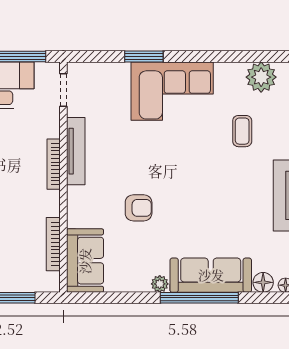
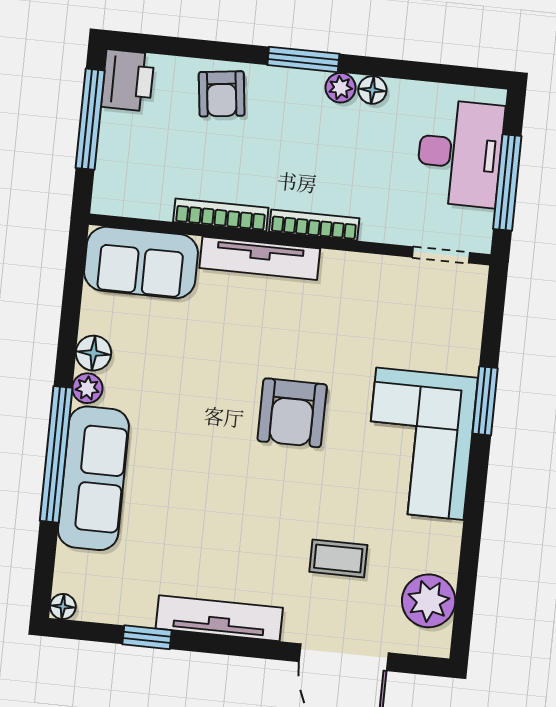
tv unit: (76, 151) -> (260, 258), moved
armchair: (139, 208) -> (292, 413), moved, width x1.38, depth x1.38
bookcase: (53, 244) -> (221, 215), moved
floor lamp: (263, 282) -> (93, 353), moved

